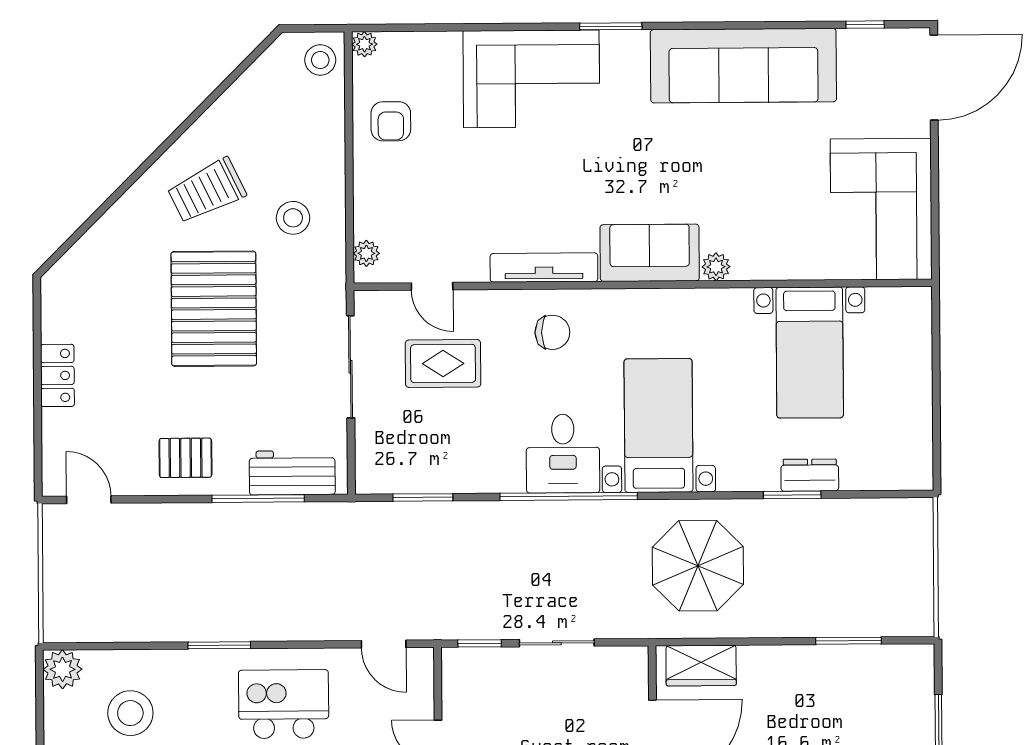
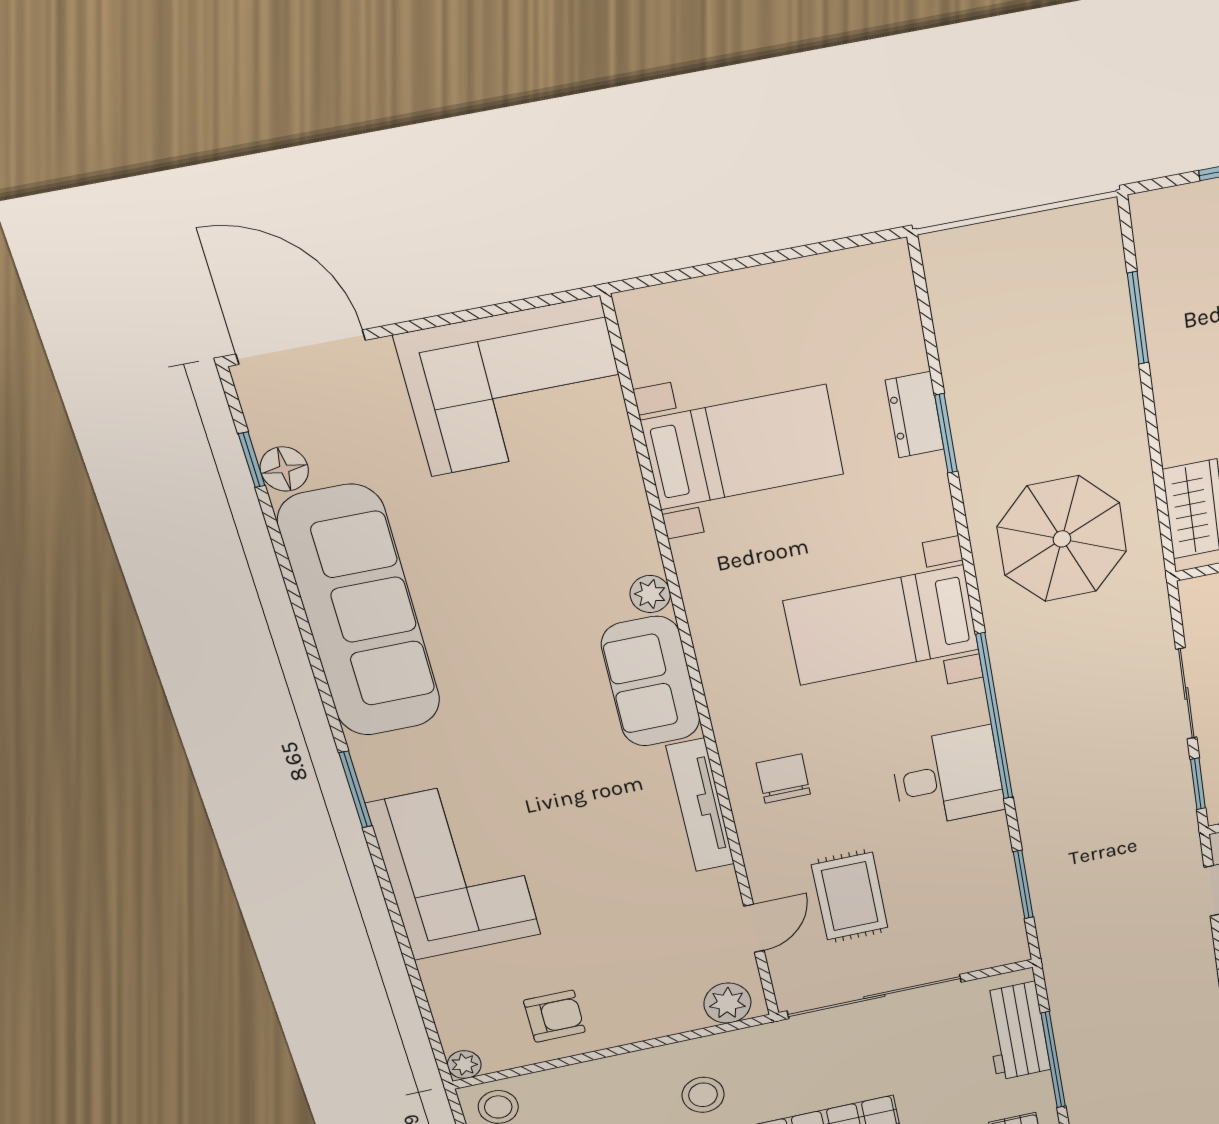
floor lamp: (855, 44) -> (284, 469), added
plant: (366, 253) -> (727, 1003), width x1.38, depth x1.38
sliding door: (351, 367) -> (874, 996), width x1.36
desk: (563, 454) -> (948, 777), moved

